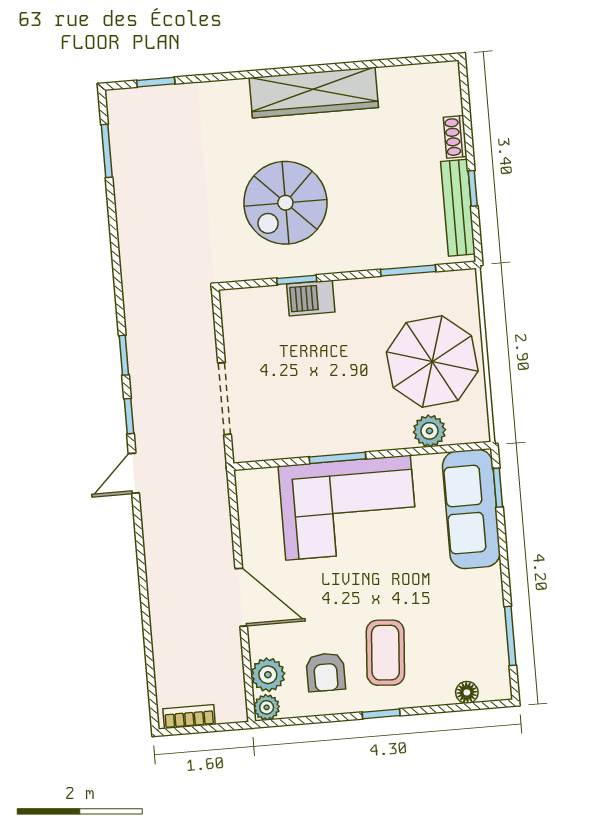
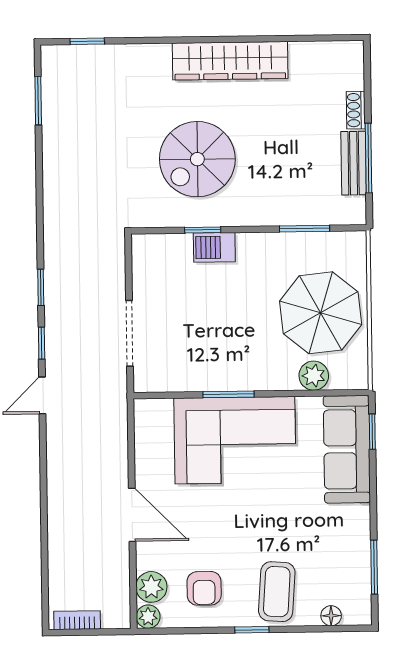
window: (473, 188) -> (368, 158), width x2.17
bench: (458, 208) -> (354, 163), width x0.73
coffee table: (385, 653) -> (277, 592), moved

